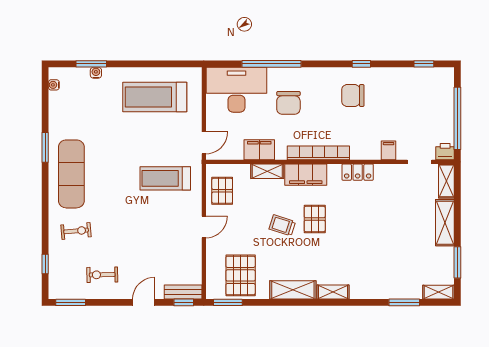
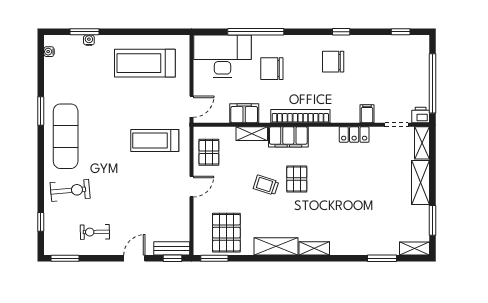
chair: (288, 103) -> (272, 69), turned 90
locker: (358, 172) -> (354, 135), moved
exercise bike: (76, 231) -> (70, 190), width x1.38, depth x1.39

